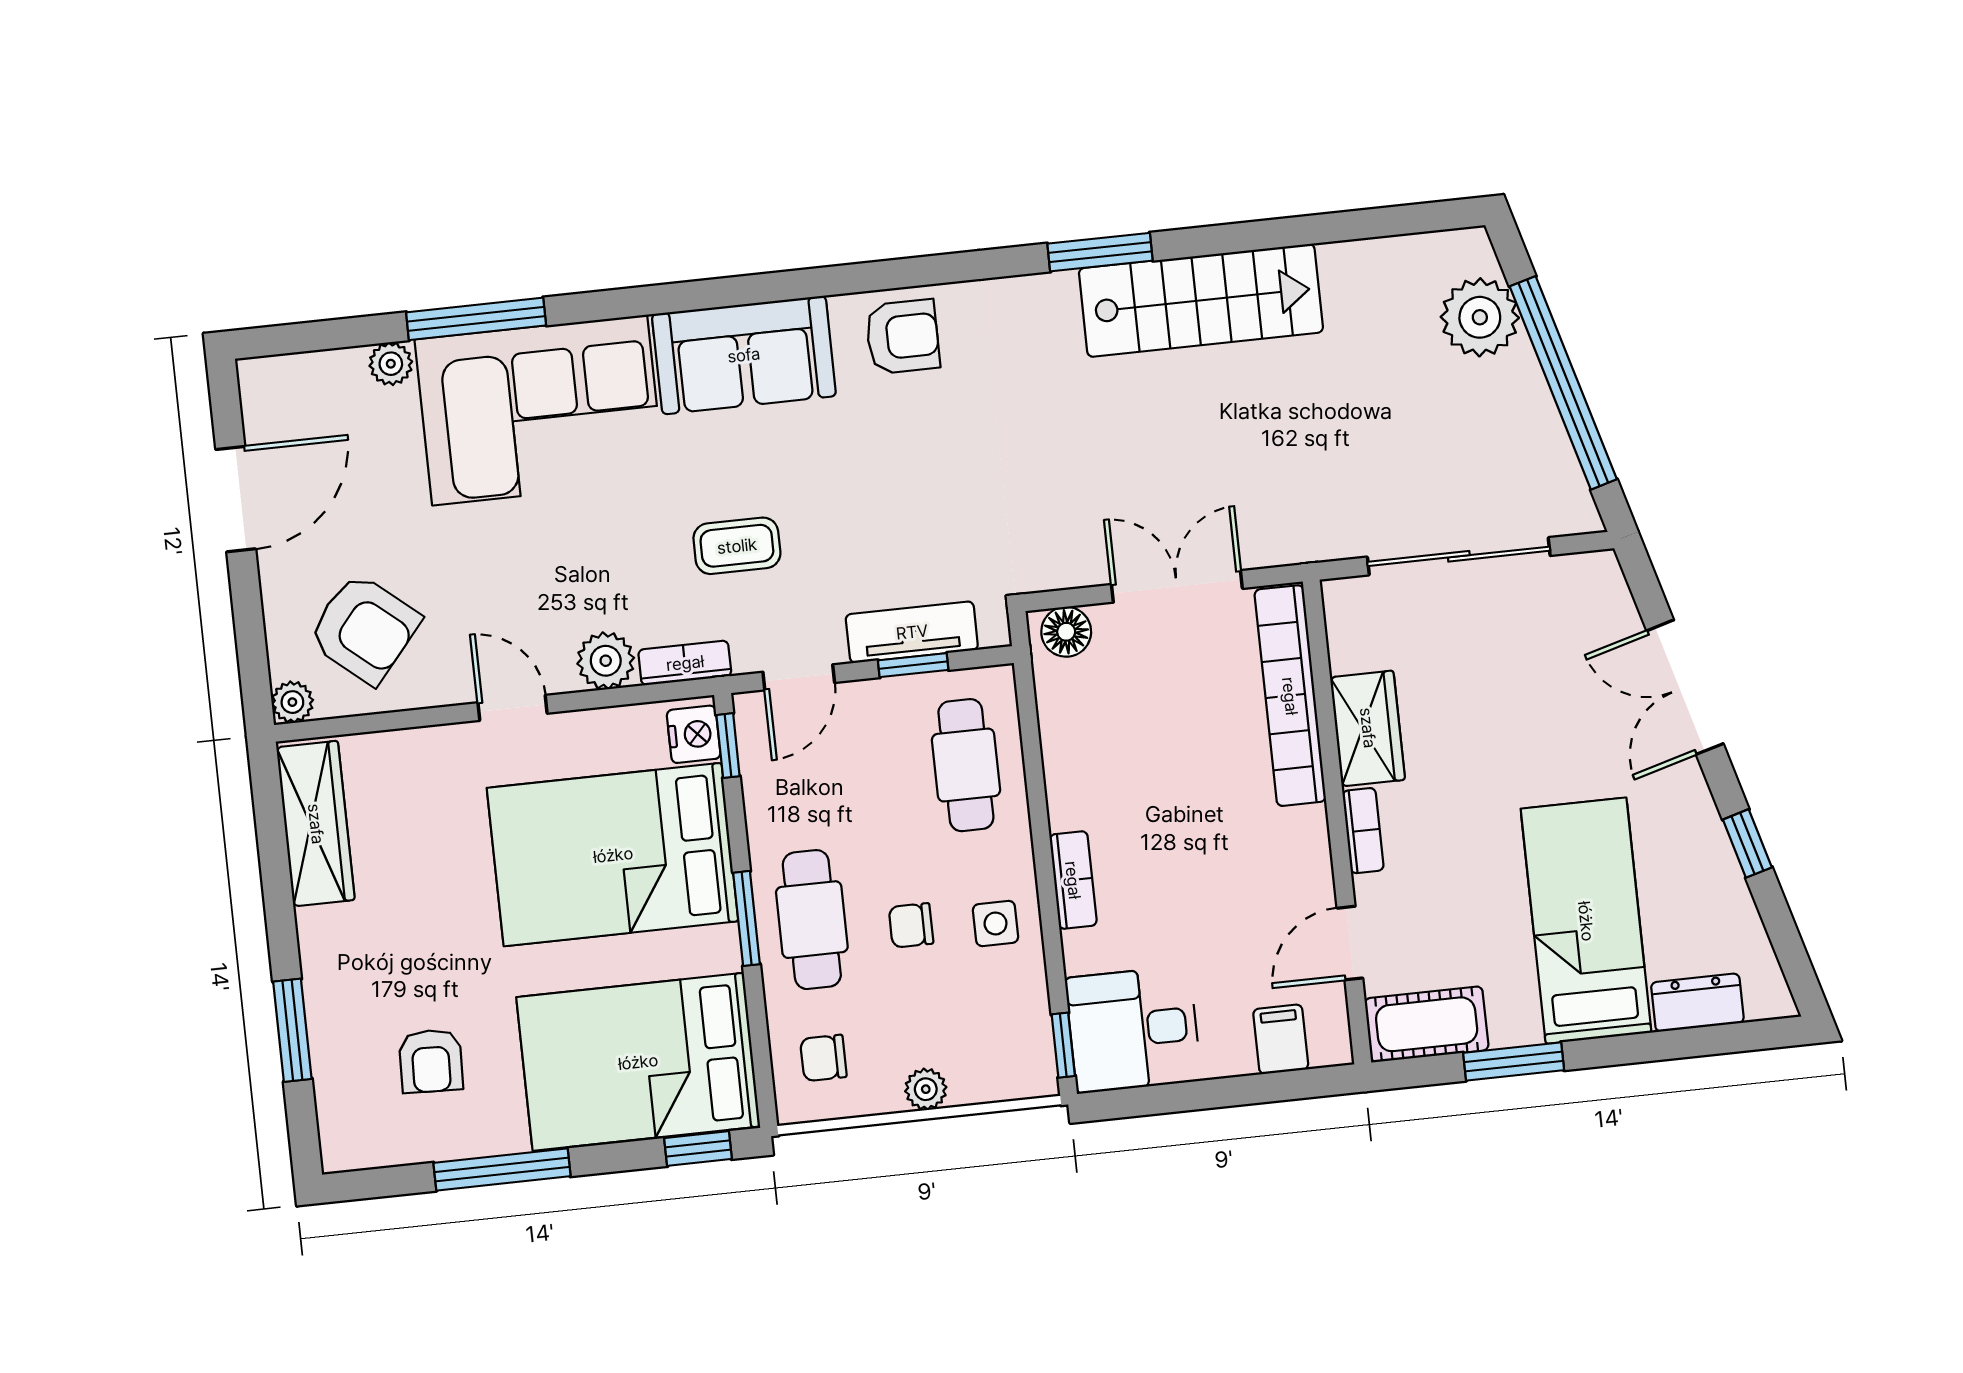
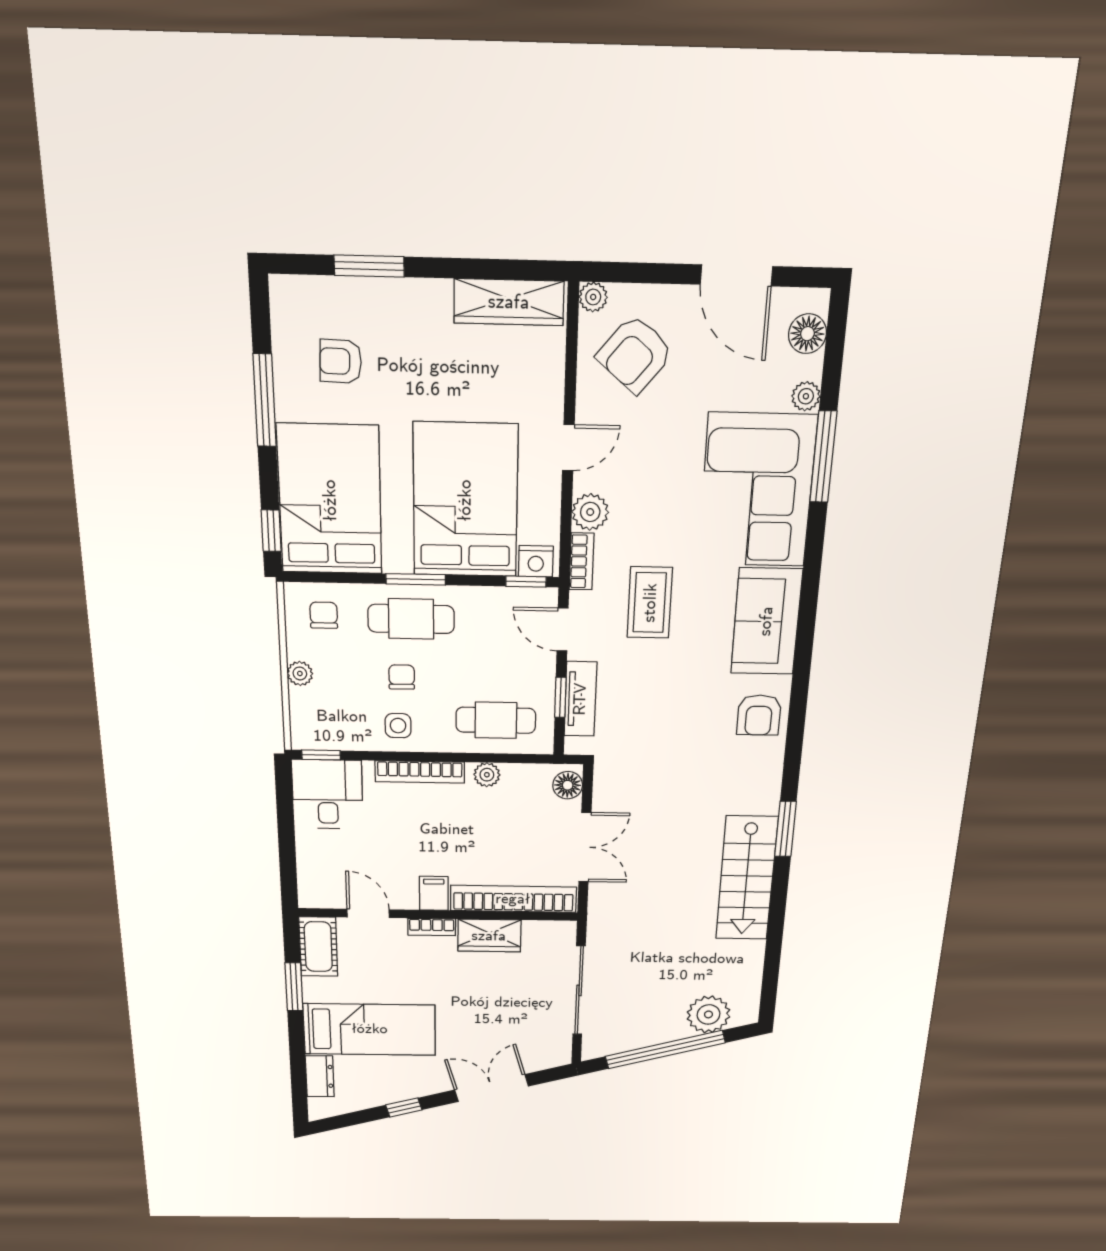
floor lamp: (302, 380) -> (807, 334), added
coffee table: (737, 546) -> (650, 603), width x1.36, depth x1.30
plant: (1064, 768) -> (487, 775), added
bookcase: (1073, 880) -> (420, 772), width x1.56
filing cabinet: (1281, 1039) -> (434, 893), moved, turned -90

